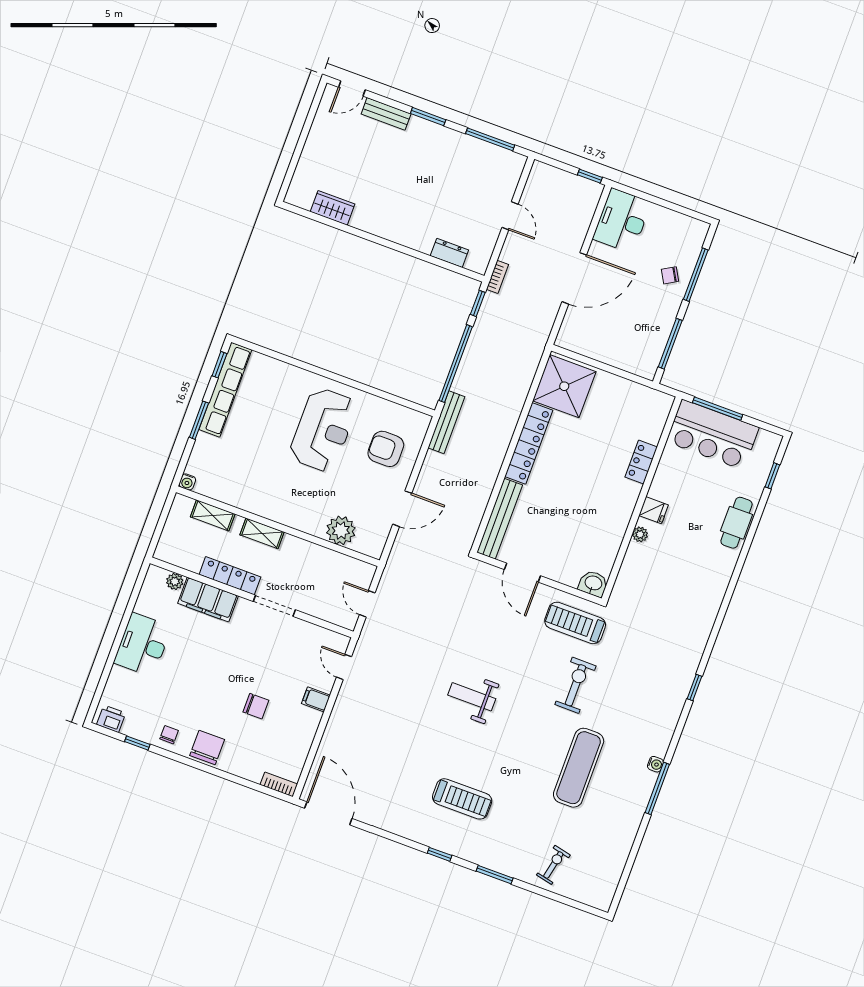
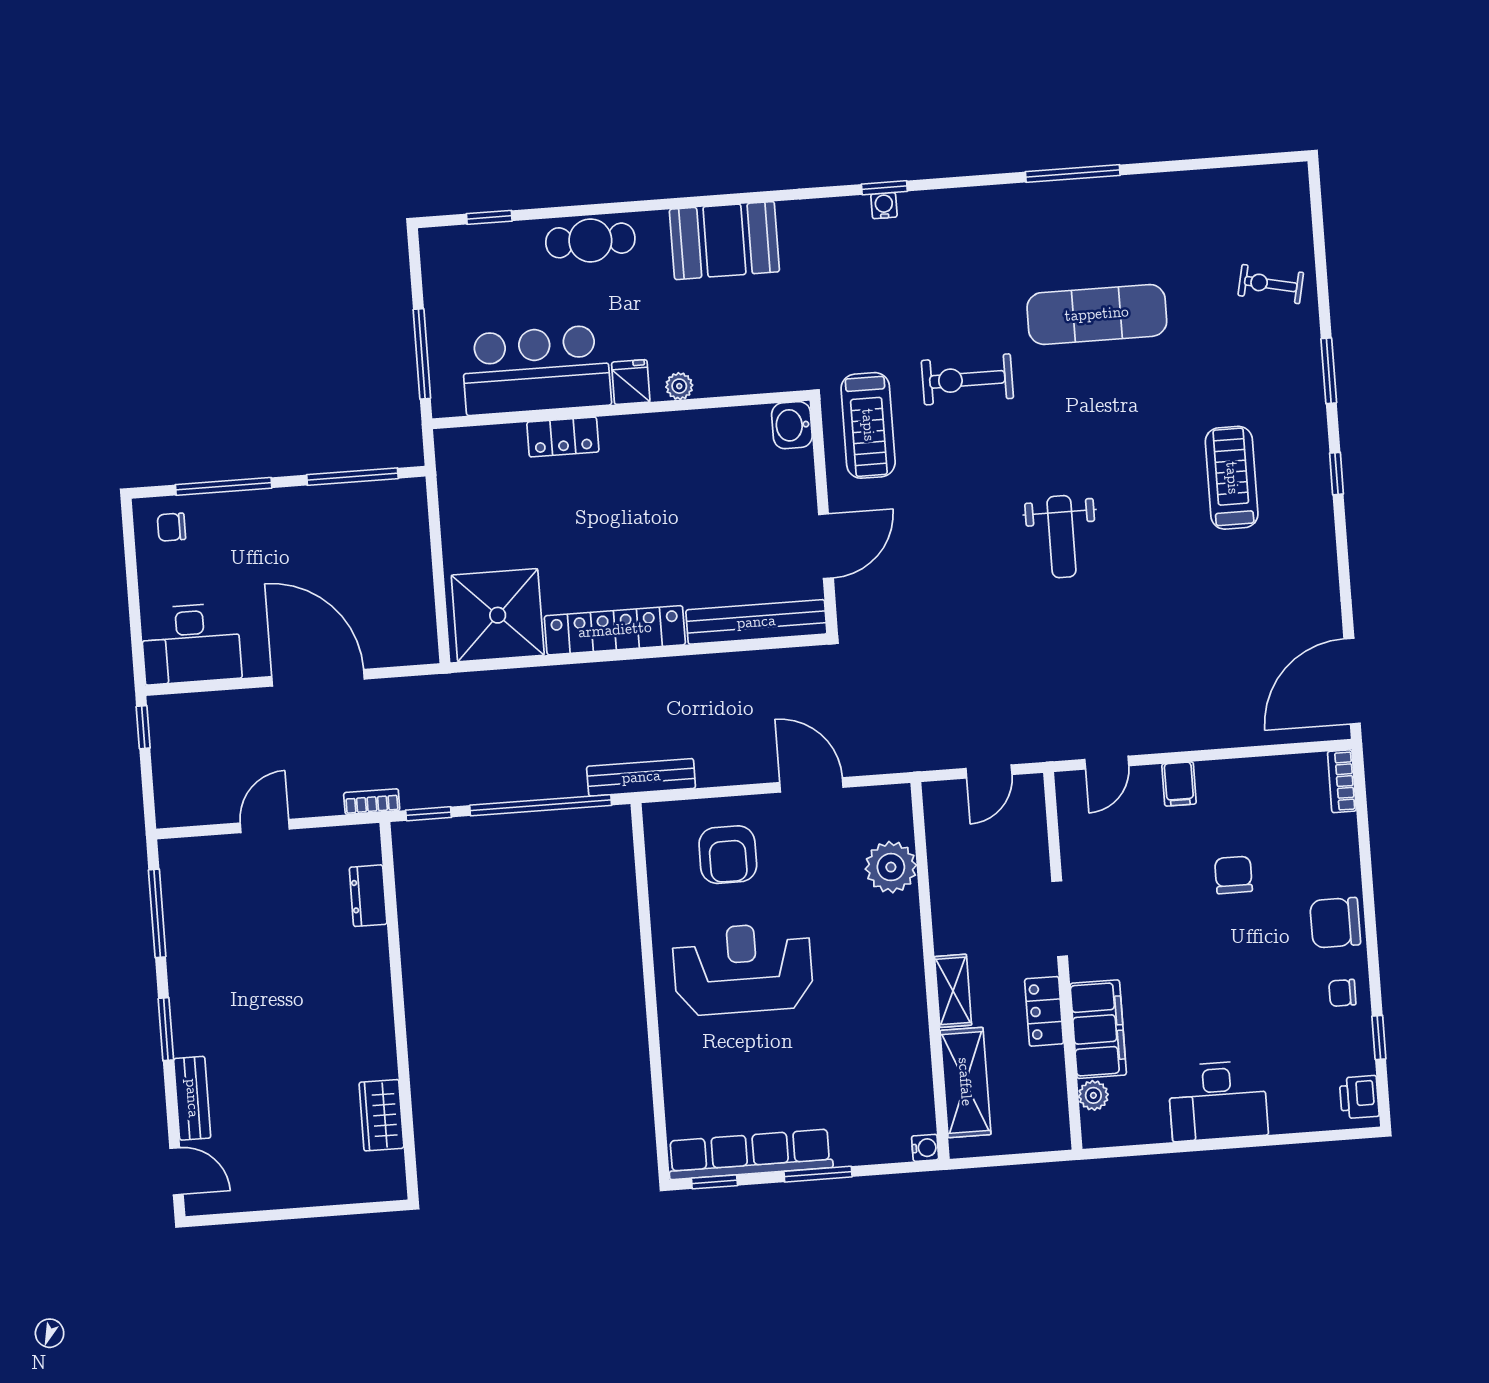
chair: (670, 275) -> (171, 527), moved, turned 120
bar counter: (713, 435) -> (536, 370), moved, turned -90
shelving: (213, 515) -> (965, 1082), width x1.50, depth x1.33
locker: (230, 576) -> (1044, 1011), width x0.66
booth: (705, 592) -> (724, 241), added
water cooler: (655, 764) -> (884, 206), moved

